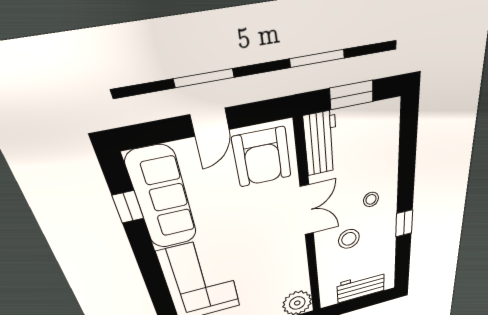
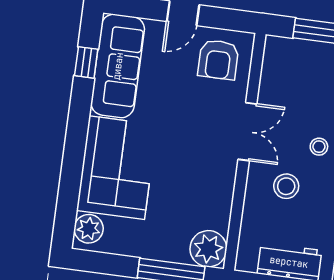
workbench: (321, 143) -> (277, 66), removed
armchair: (262, 157) -> (218, 60), width x0.73, depth x0.73

